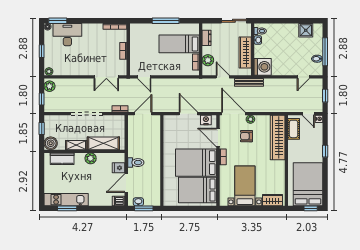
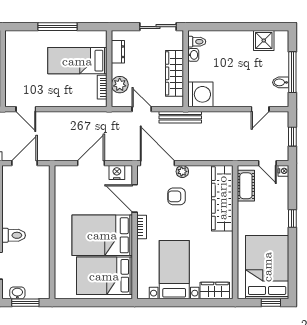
door: (188, 114) -> (91, 163), hinge flipped

